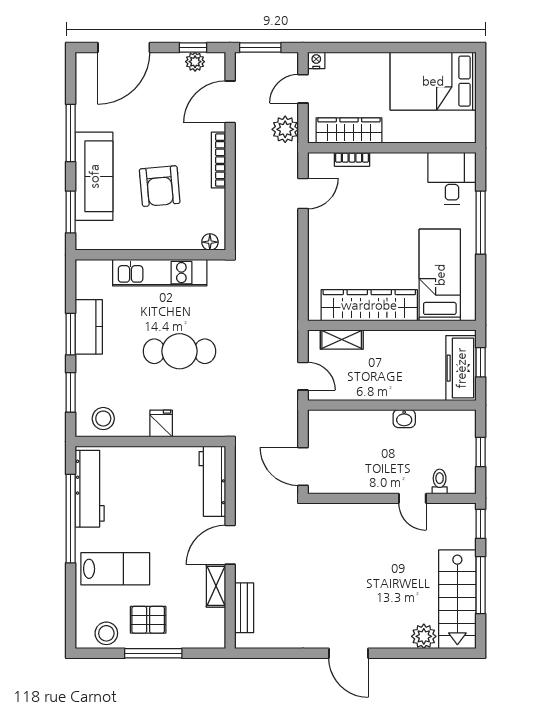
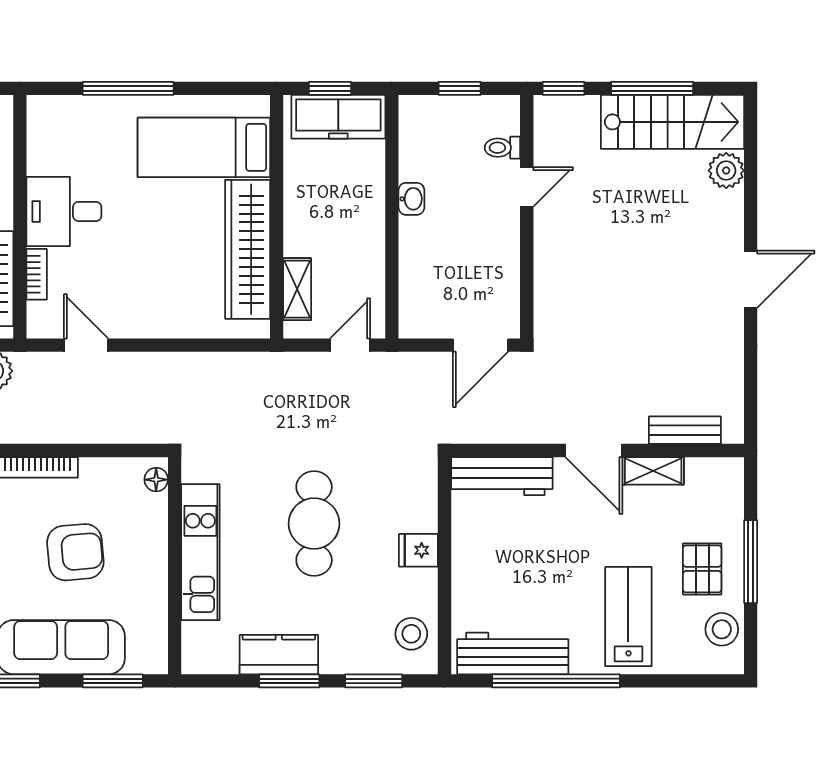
desk: (452, 178) -> (64, 211), moved

